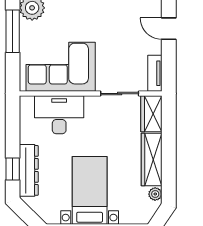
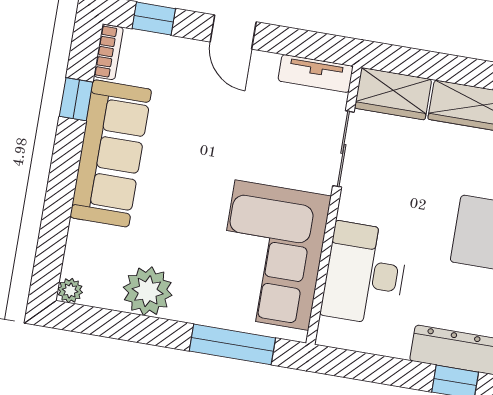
door: (169, 29) -> (233, 32), hinge flipped
window: (13, 31) -> (232, 344), moved

